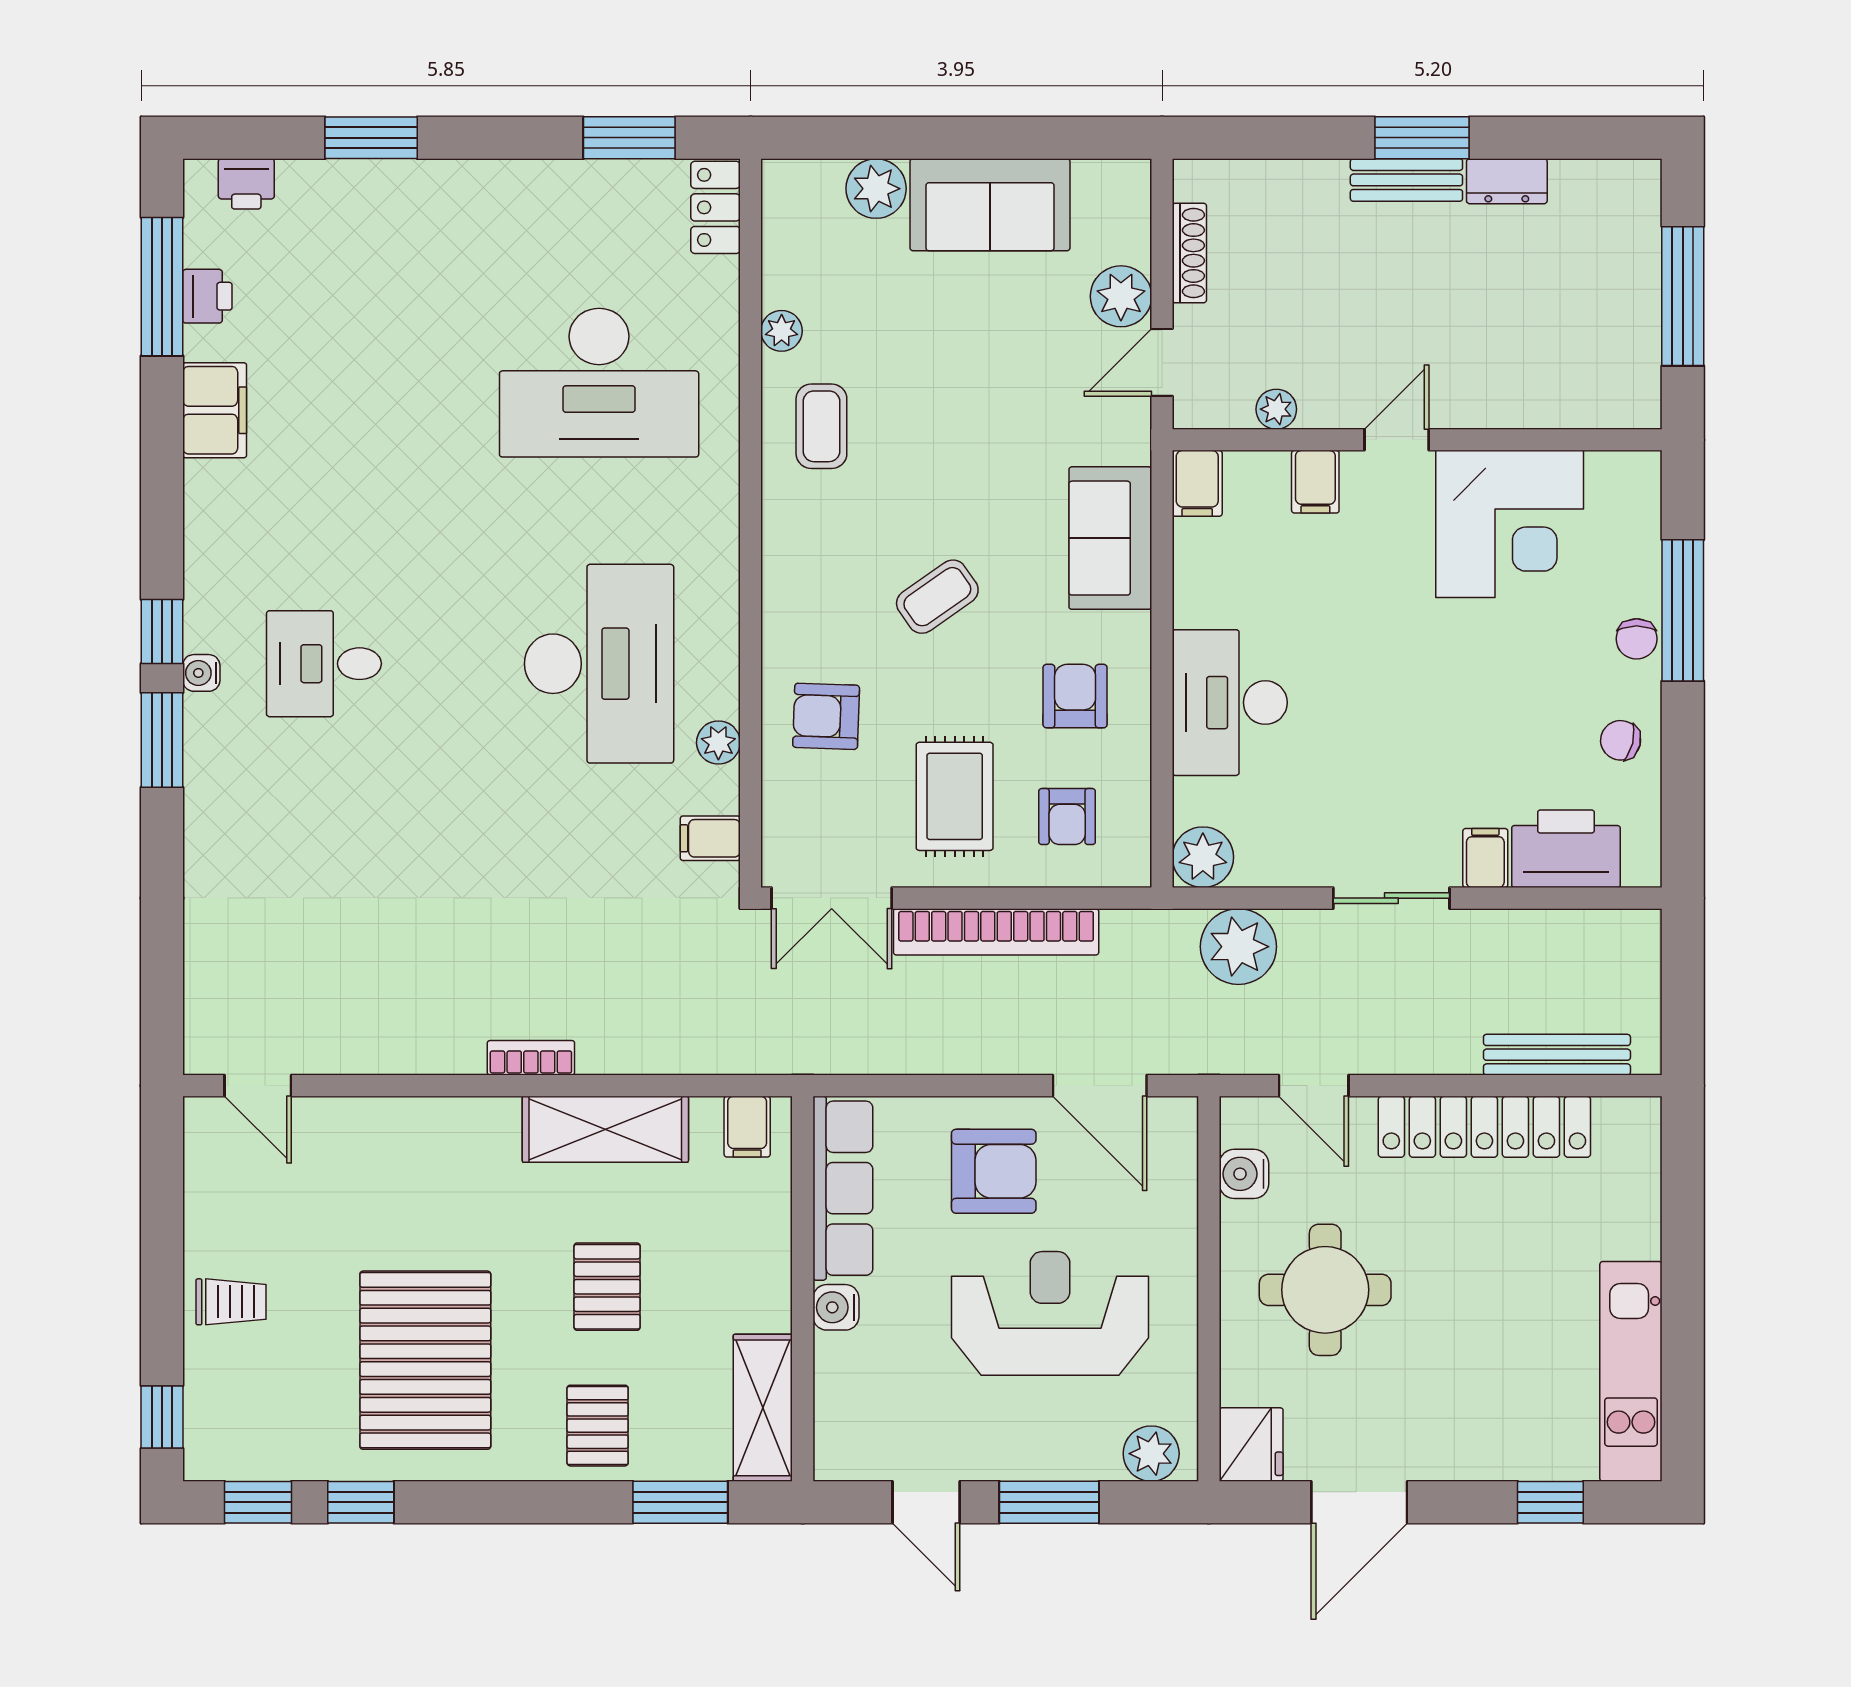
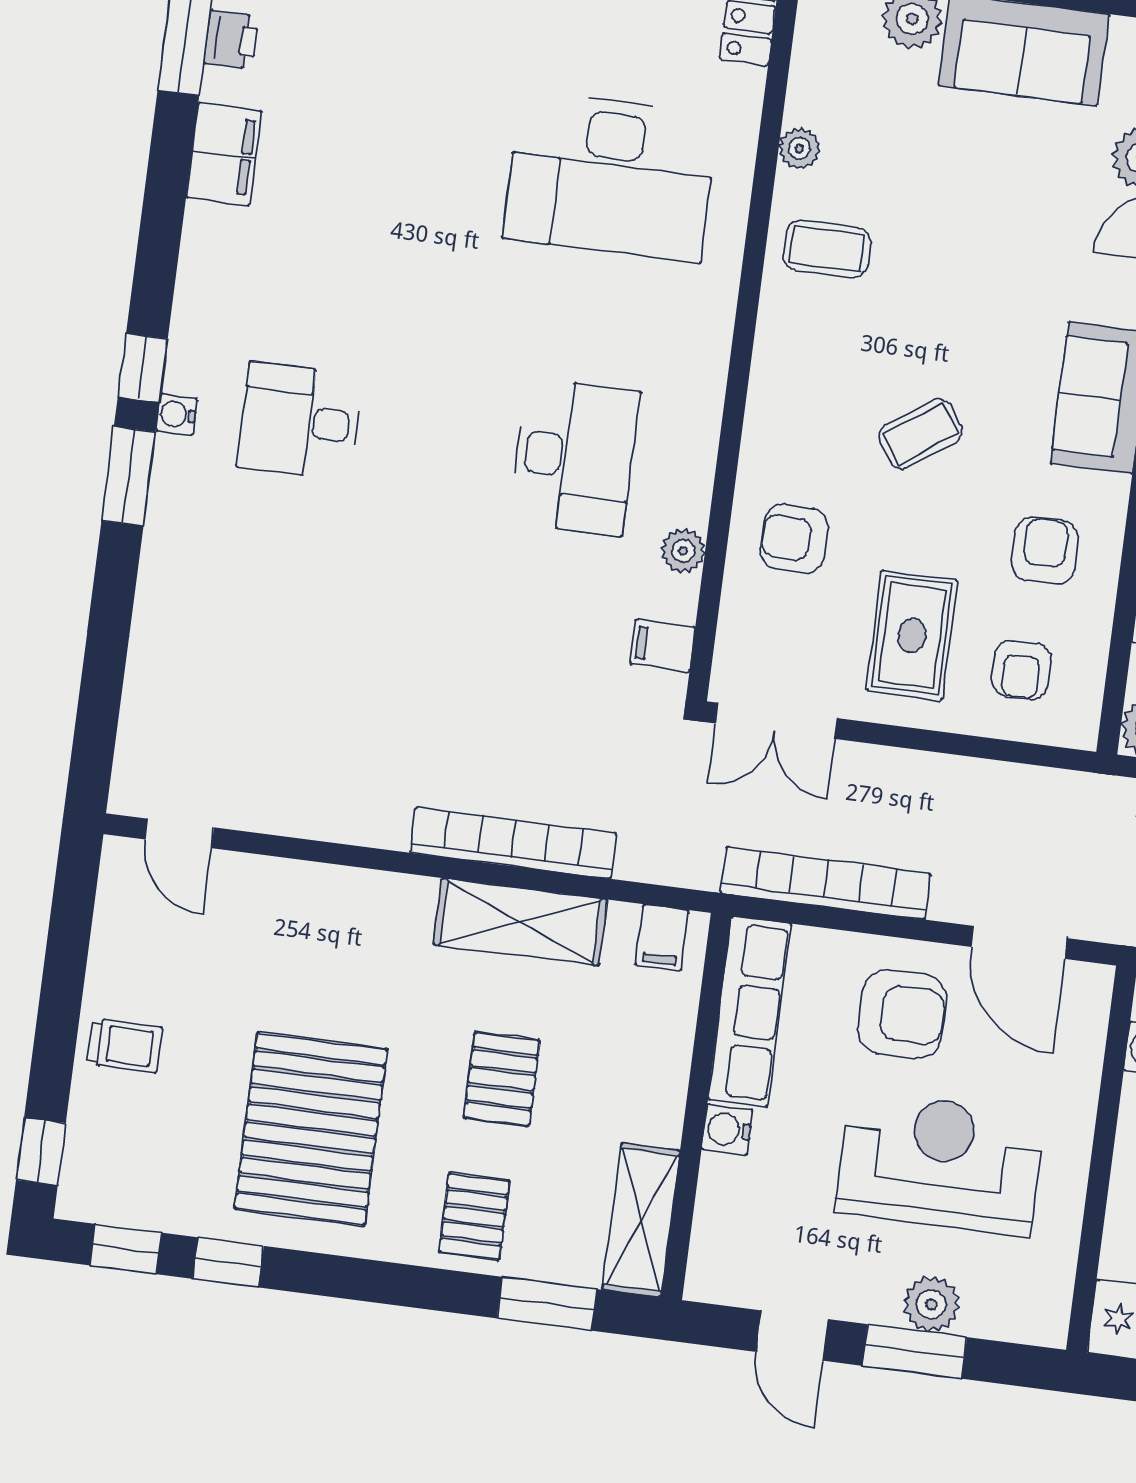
coffee table: (821, 426) -> (827, 249), turned 90
desk: (599, 664) -> (574, 457), width x0.73, depth x0.77
bookcase: (996, 932) -> (826, 883), moved, turned 180
bookcase: (531, 1058) -> (513, 843), width x2.31, depth x1.31
plant: (1151, 1454) -> (931, 1304), moved

